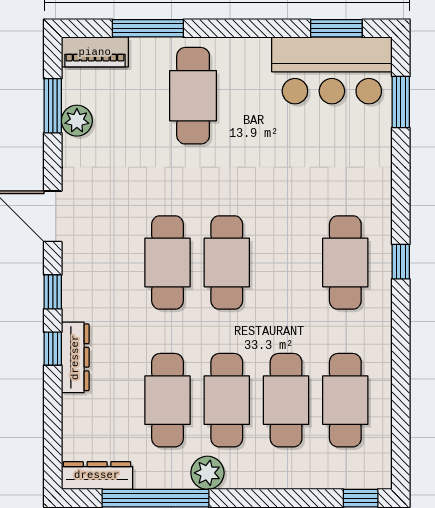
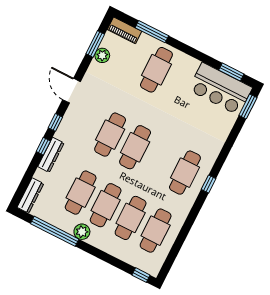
window: (401, 102) -> (248, 106), moved
dresser: (97, 475) -> (30, 195), moved, turned 90

